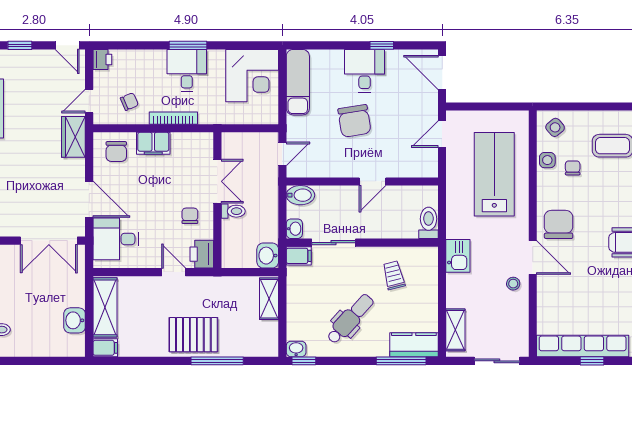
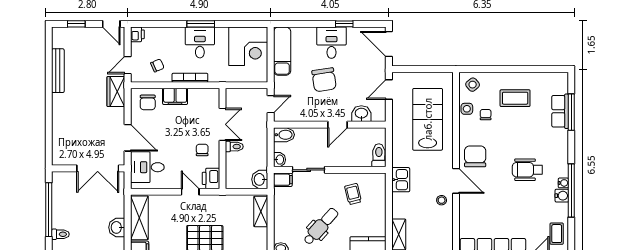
washbasin: (405, 167) -> (361, 114), added

